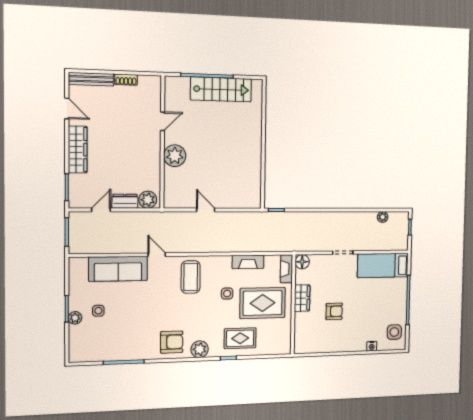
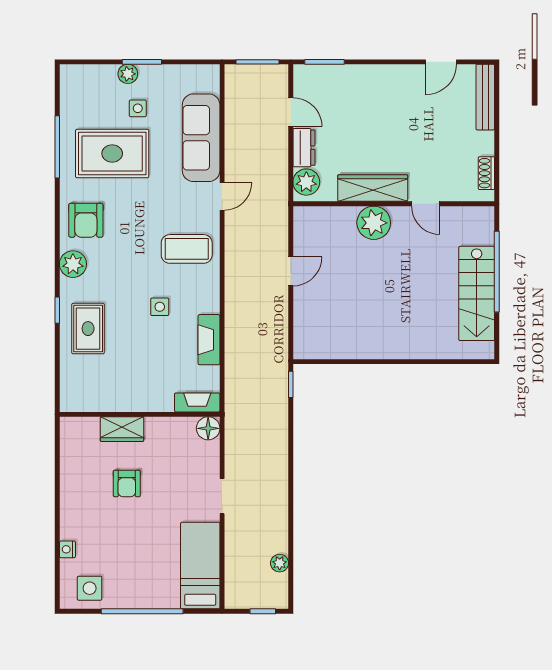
shoe rack: (126, 80) -> (486, 173), moved
wardrobe: (78, 150) -> (373, 188), moved, turned 180
wardrobe: (302, 298) -> (122, 429), moved
rug: (263, 303) -> (112, 153), moved, turned 90

